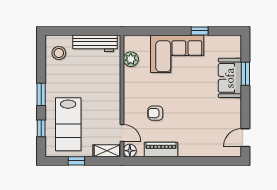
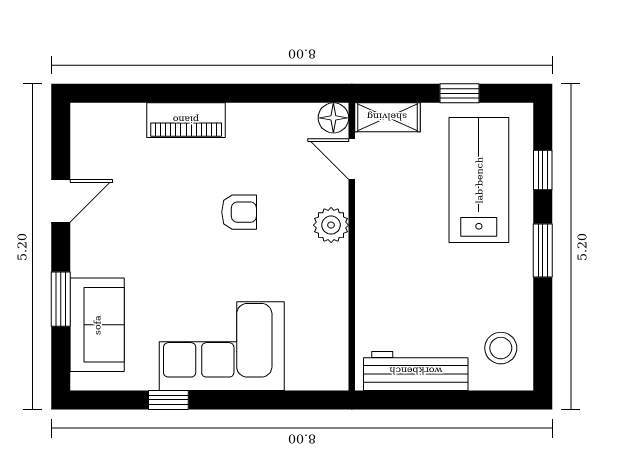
plant: (131, 59) -> (331, 225), moved
sofa: (230, 78) -> (97, 325), moved
armchair: (155, 113) -> (239, 212), moved
door: (245, 138) -> (61, 201), moved
piano: (161, 150) -> (186, 120), moved

